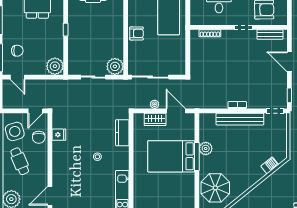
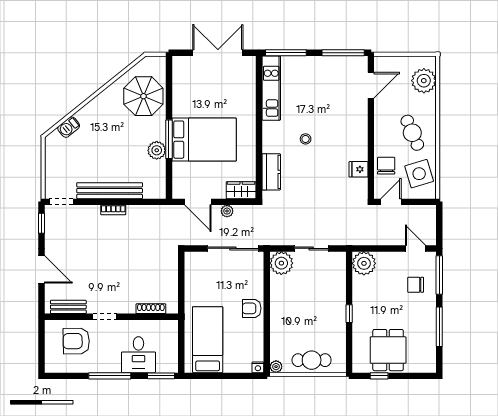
wardrobe: (155, 119) -> (241, 190), moved

